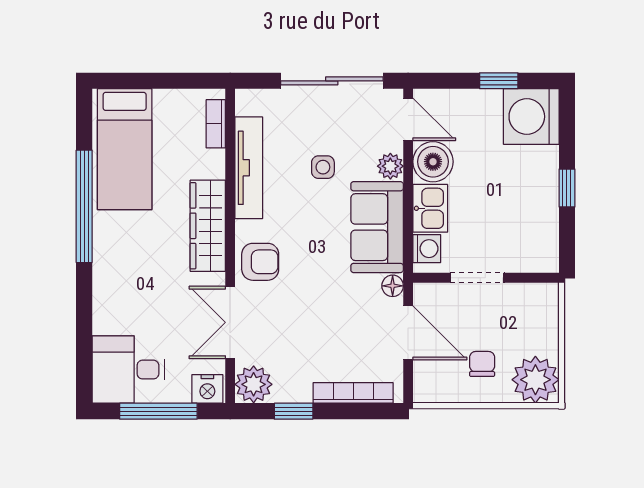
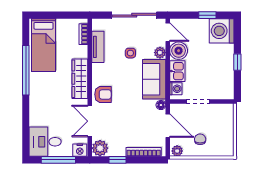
tv unit: (249, 168) -> (98, 47), width x0.71
plant: (535, 380) -> (177, 151), moved, width x0.53, depth x0.53

